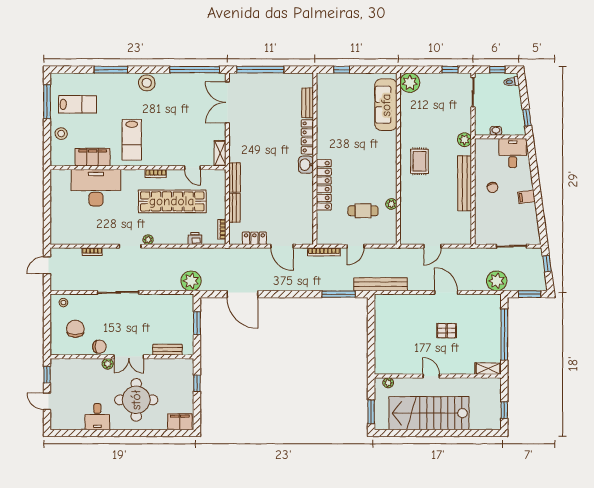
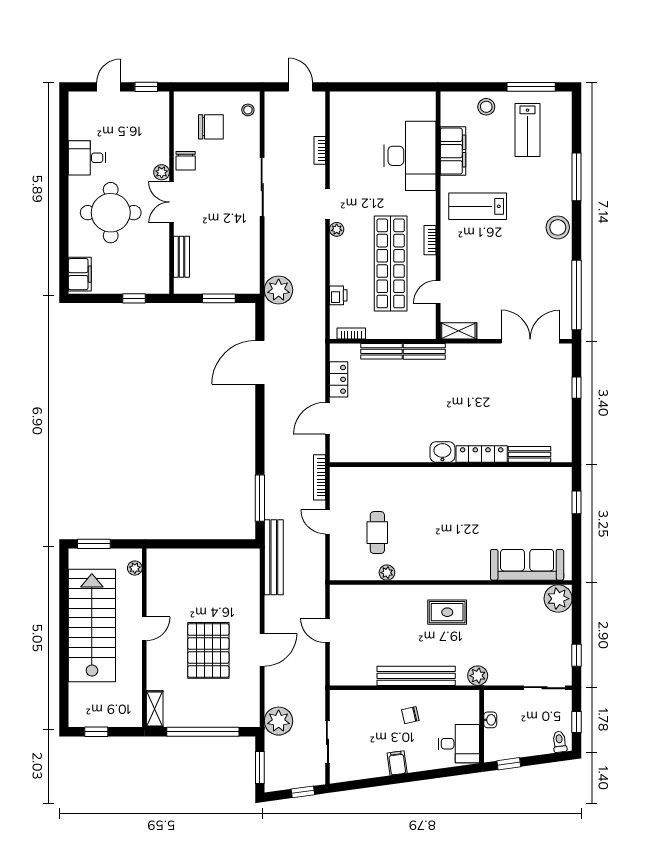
window: (260, 70) -> (576, 388), width x0.32
locker: (324, 185) -> (414, 477), removed
pallet: (447, 331) -> (208, 650), width x2.05, depth x2.00

